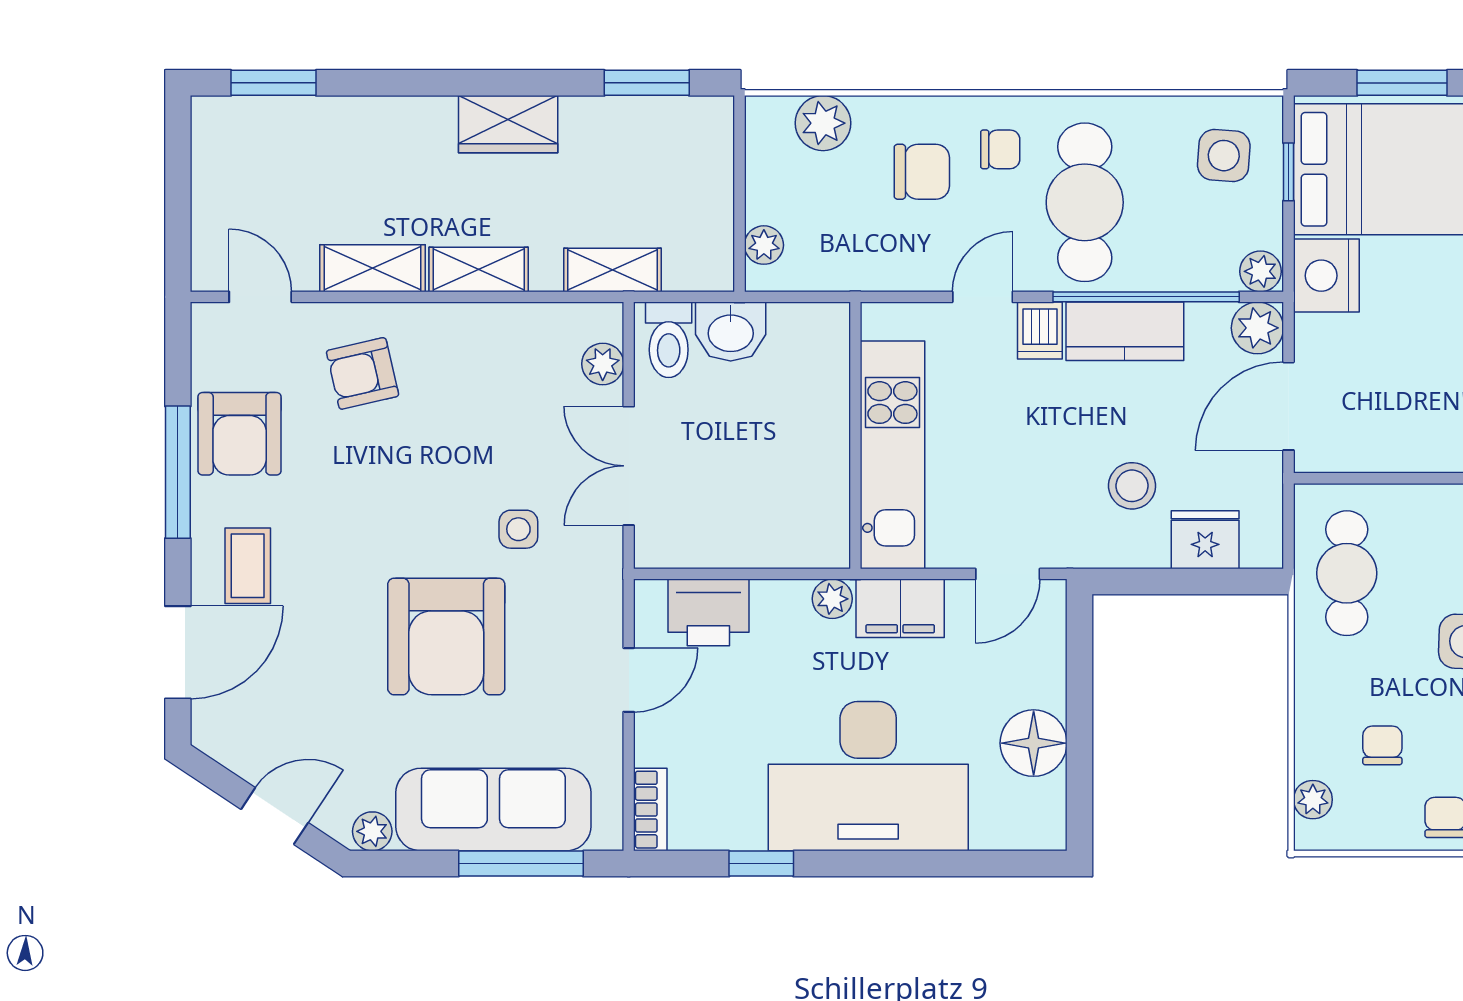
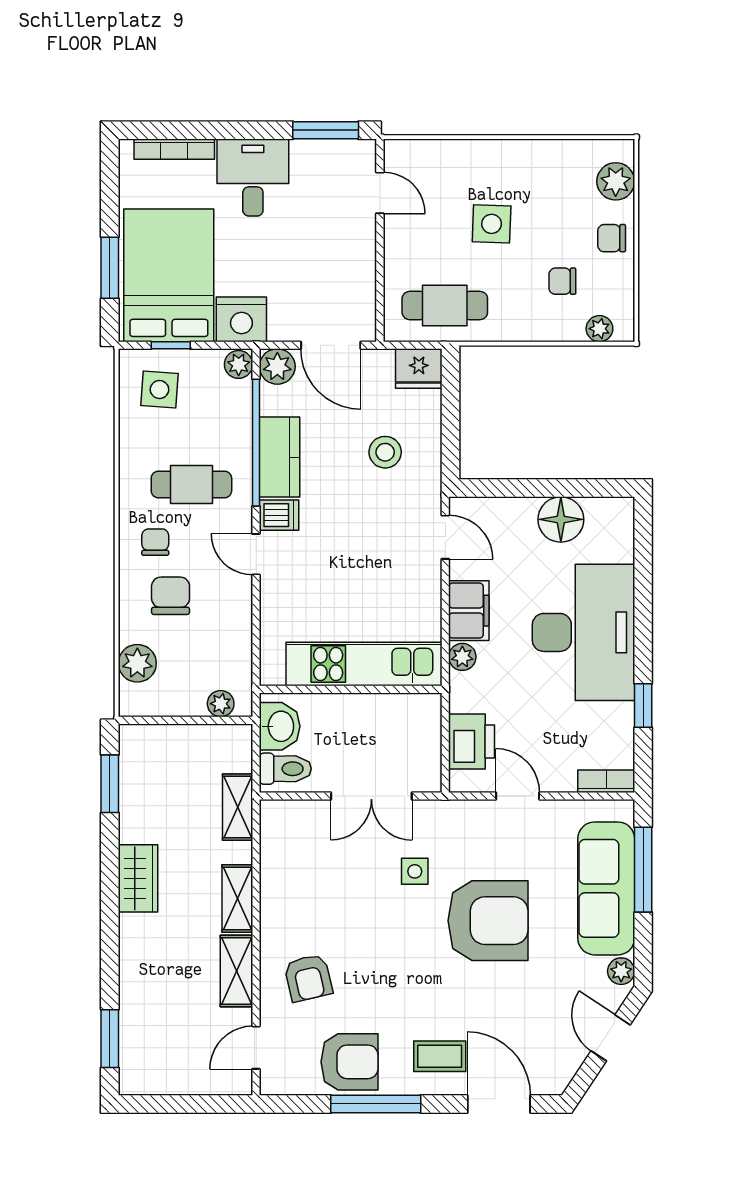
cafe table: (1085, 202) -> (191, 484), width x0.73, depth x0.74
plant: (603, 364) -> (302, 814), removed
wall: (855, 435) -> (351, 689), moved
kitchen unit: (892, 455) -> (364, 664), moved
fridge: (1205, 540) -> (419, 369), moved, turned -90

